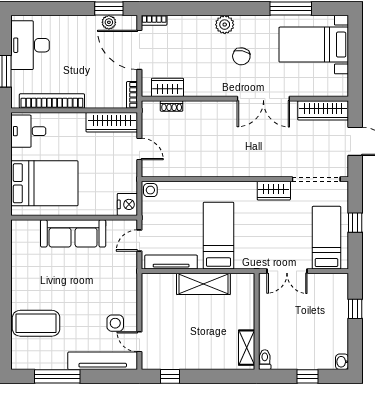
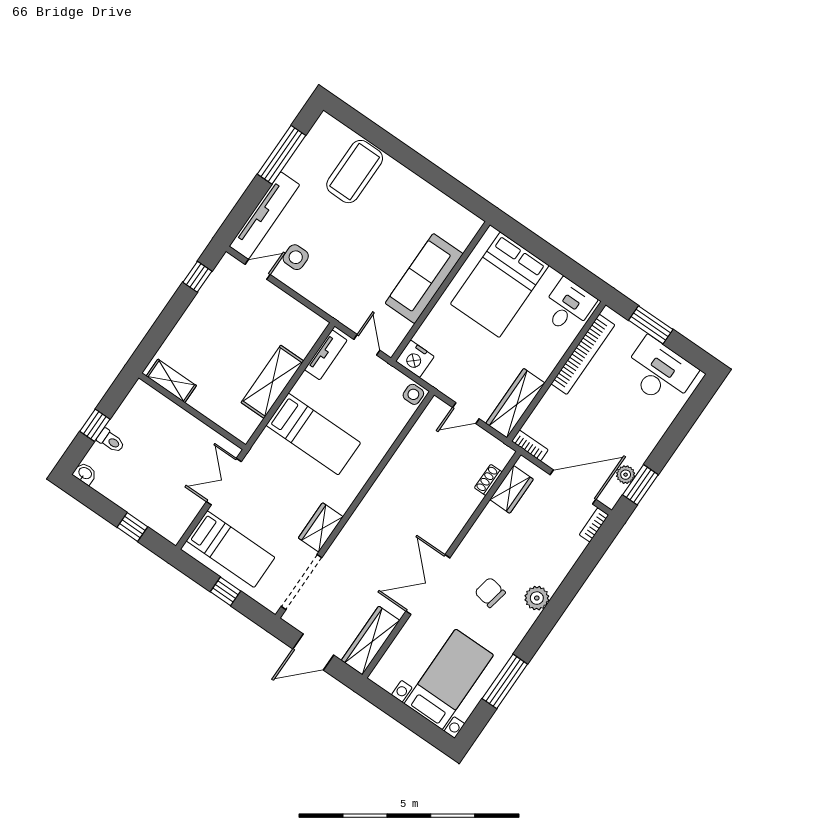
tv unit: (171, 262) -> (326, 355), width x0.71
toilet: (265, 360) -> (111, 441), moved

